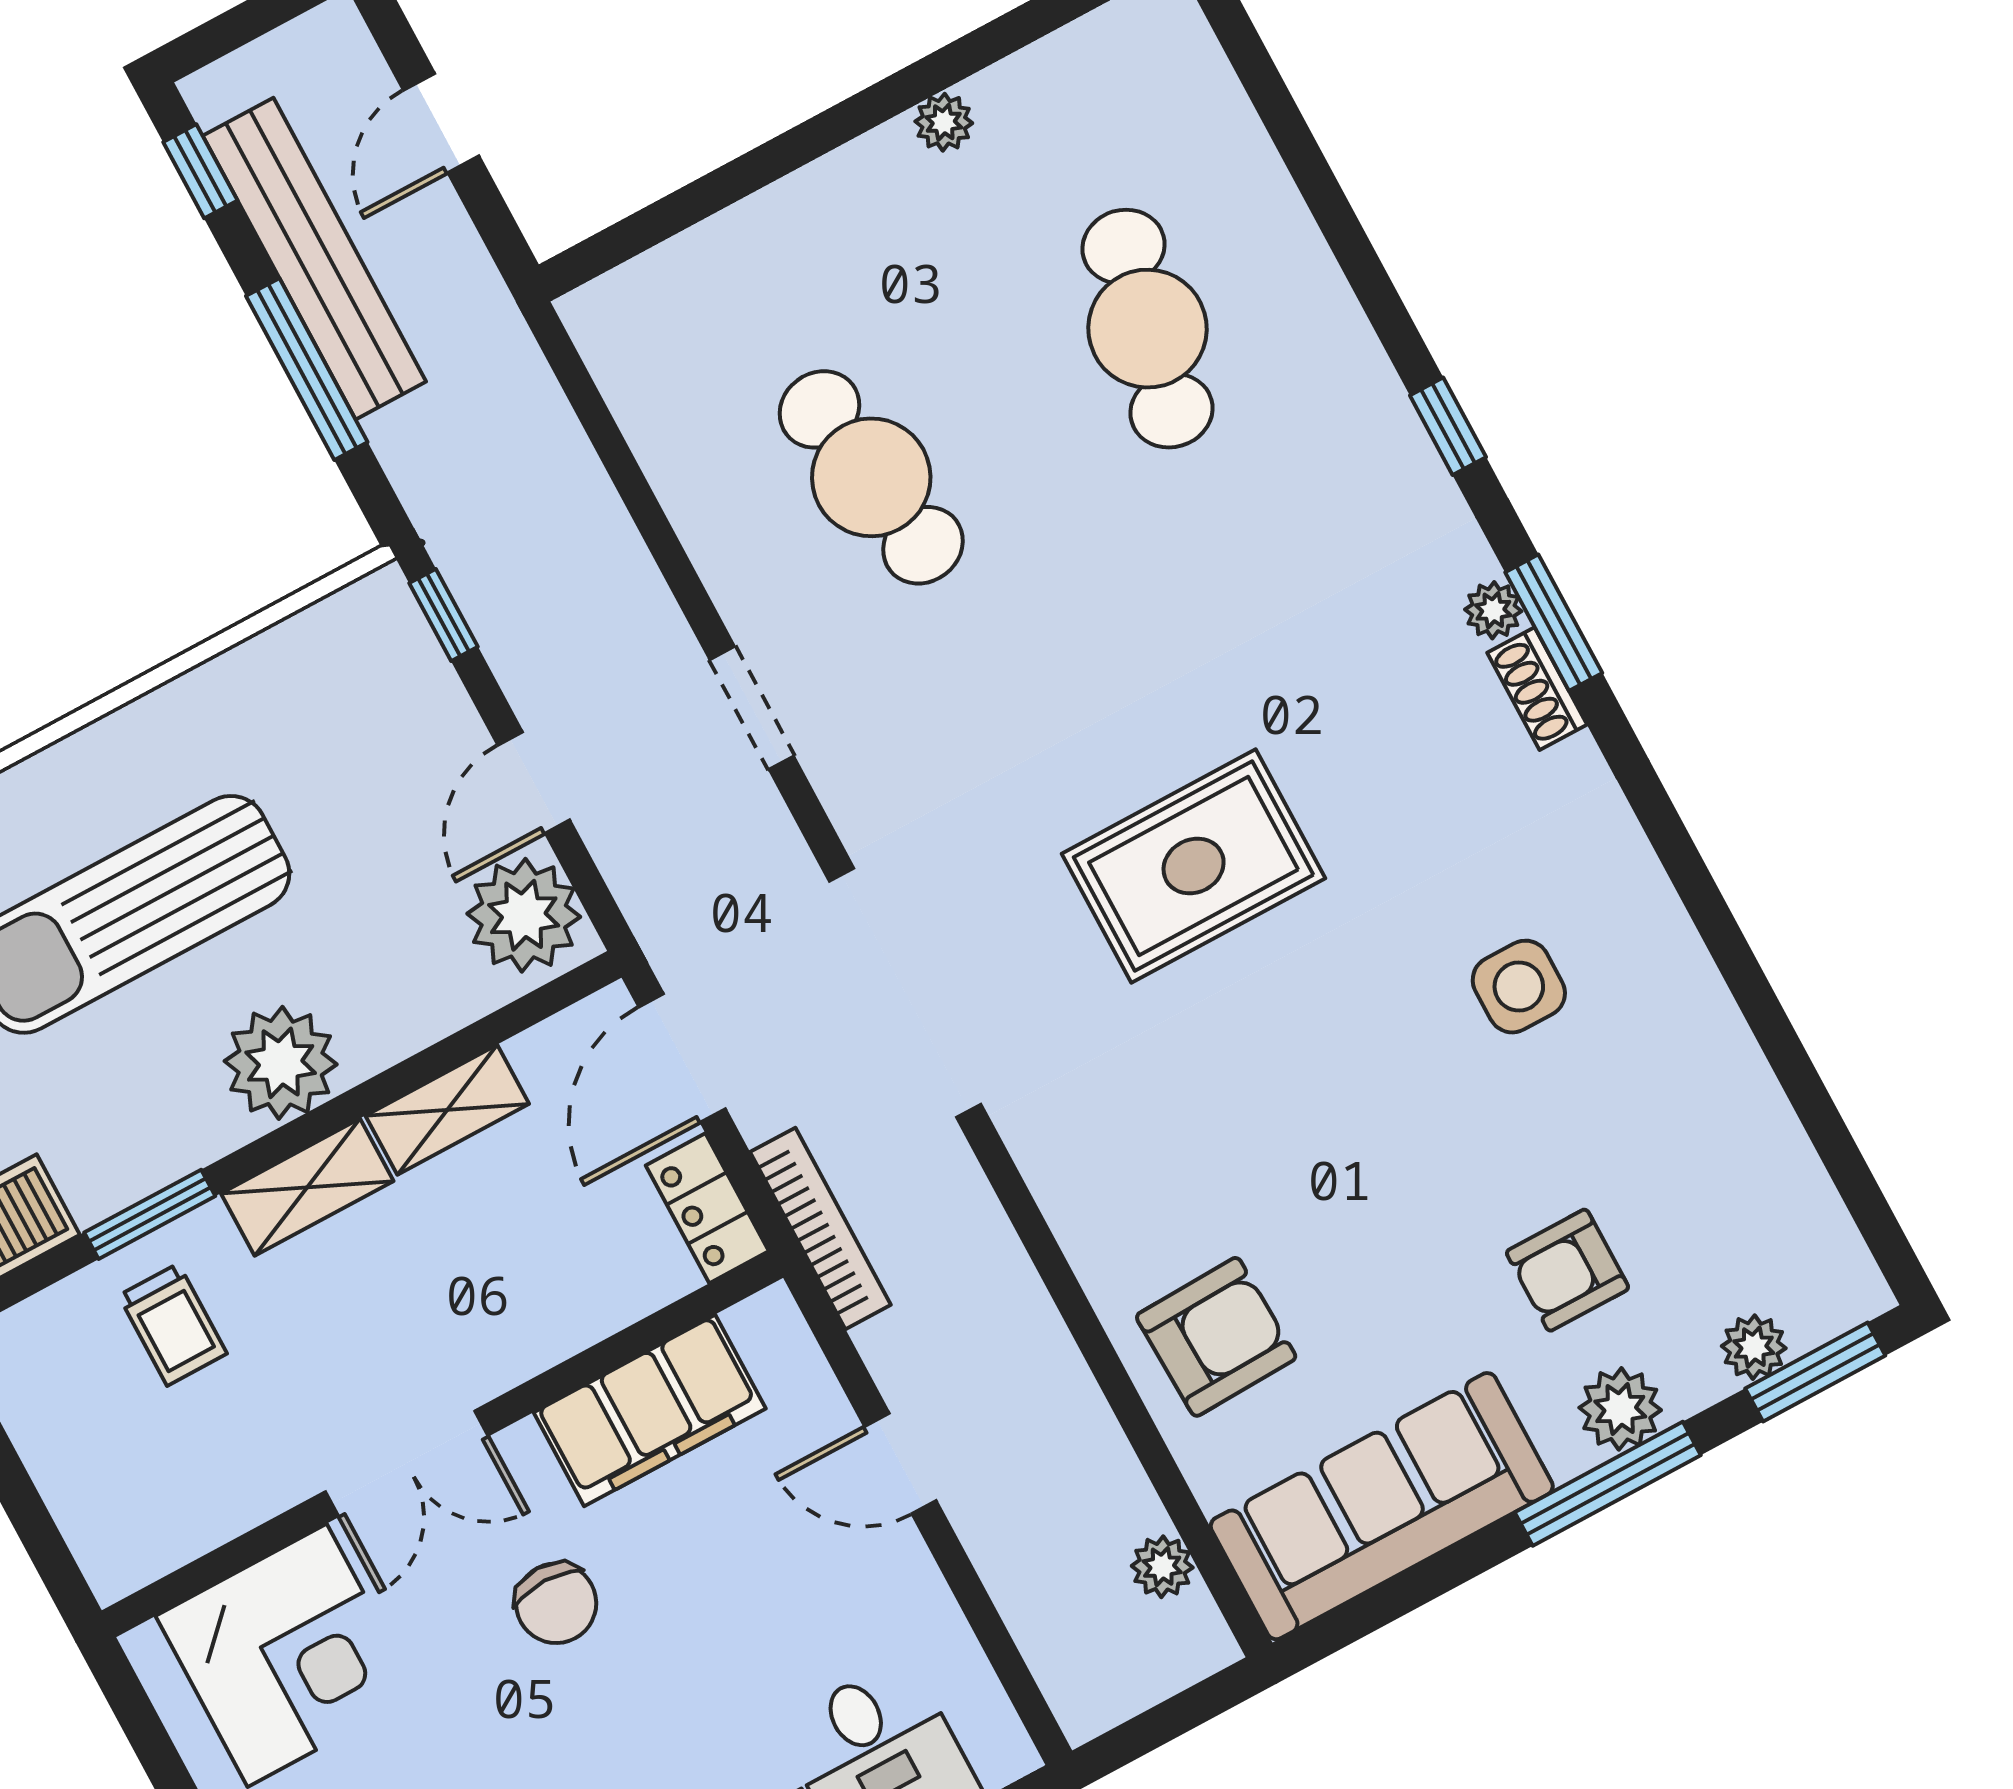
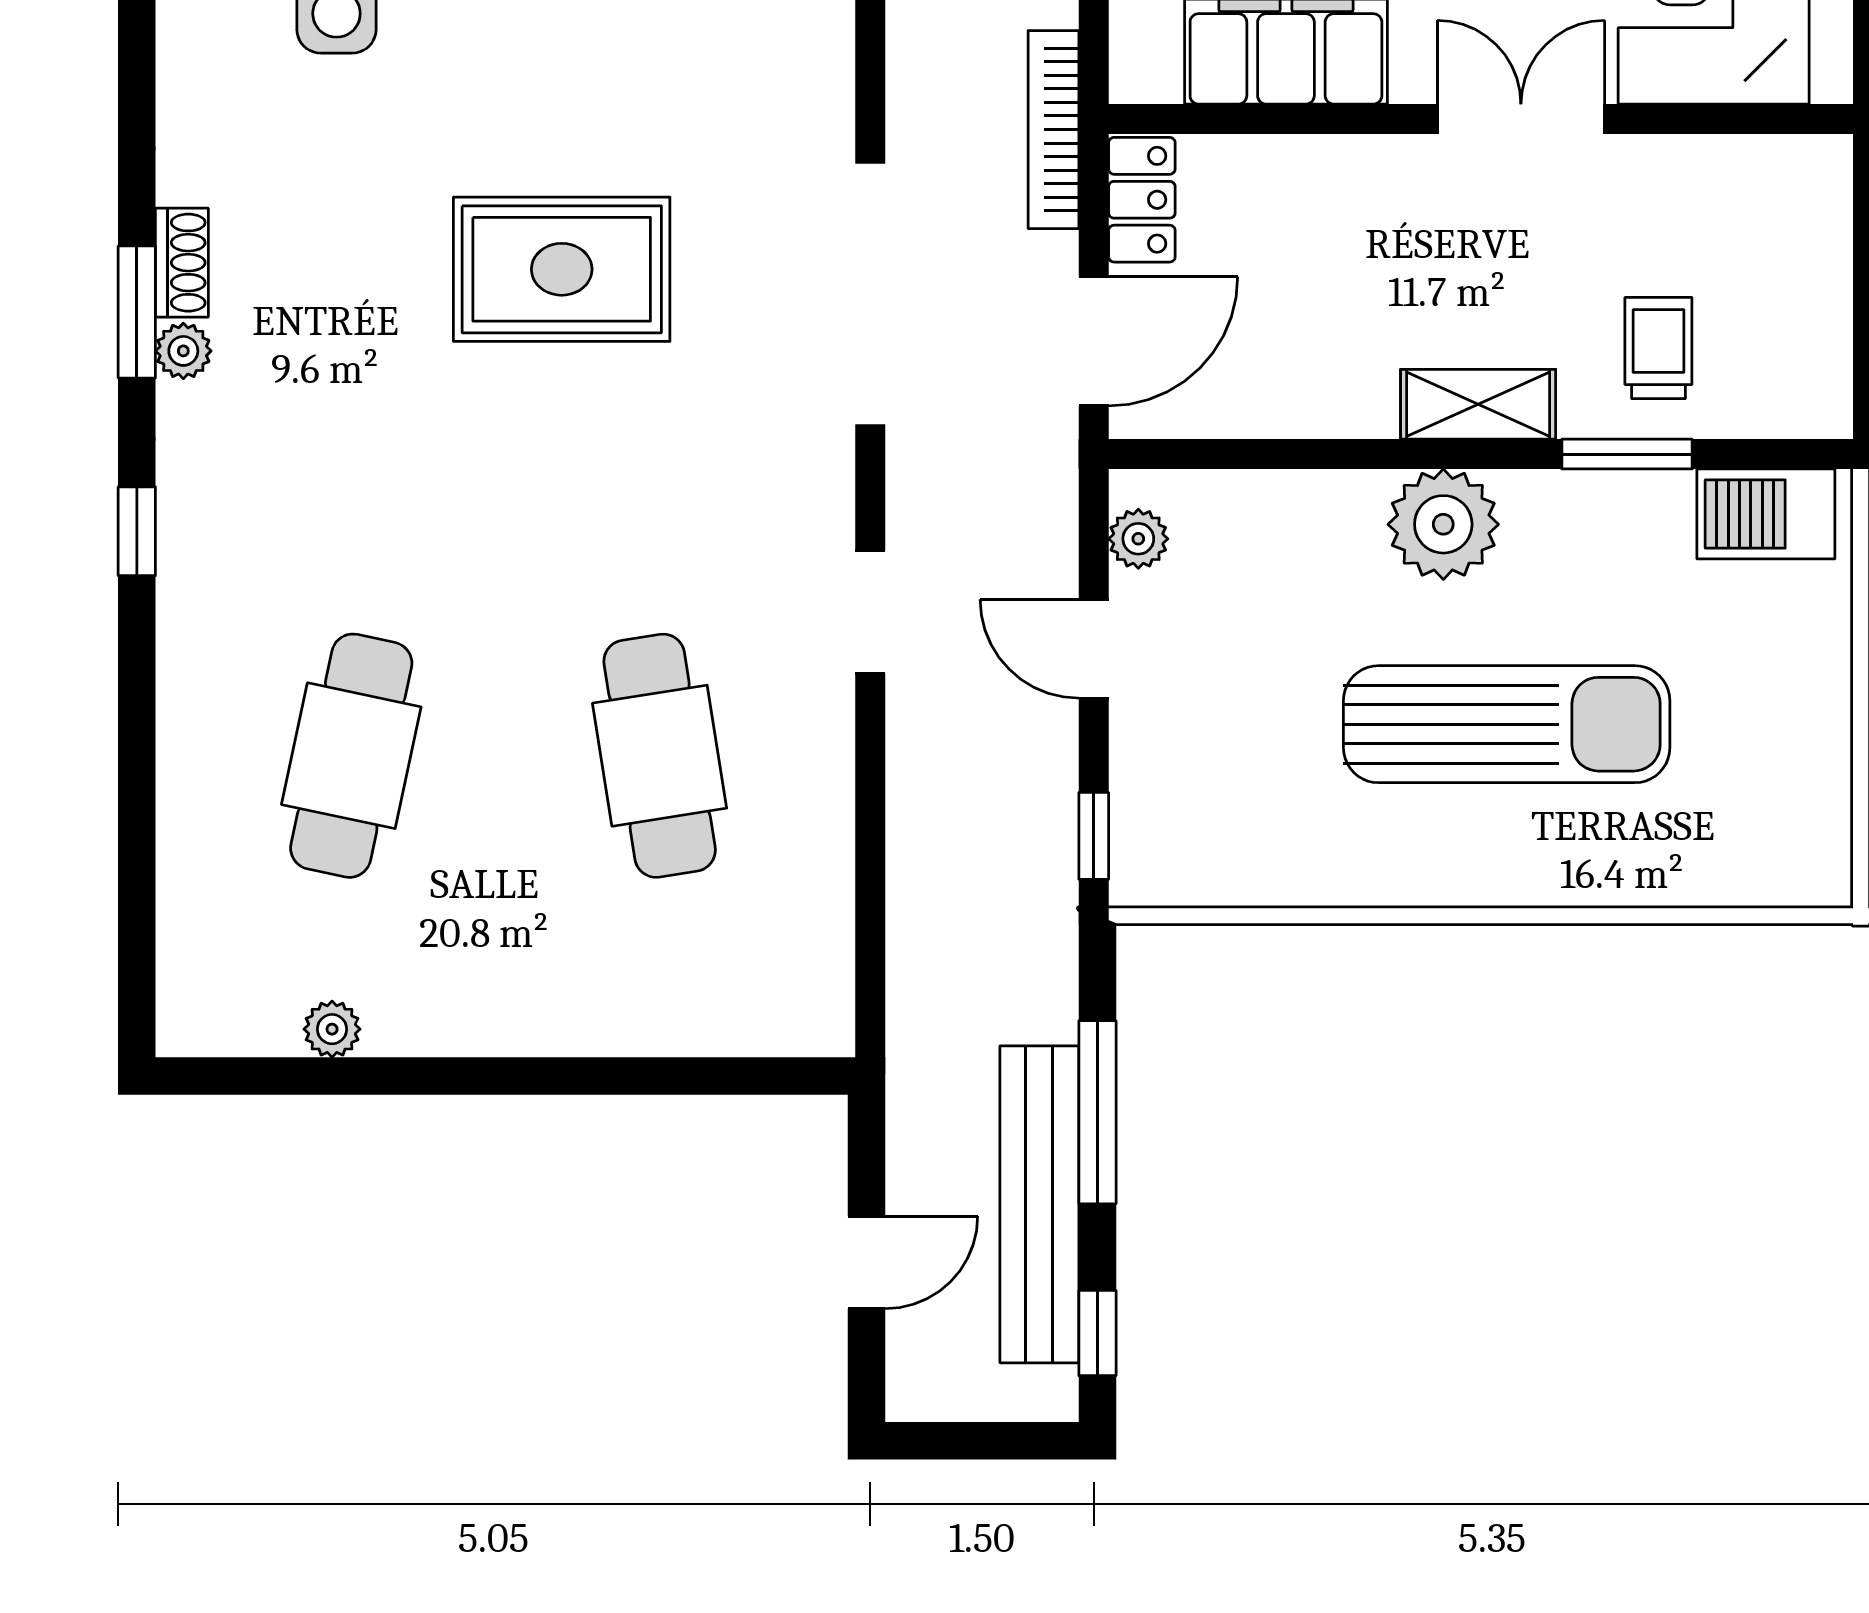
plant: (944, 122) -> (332, 1029), moved
door: (534, 783) -> (1094, 649), swing flipped
plant: (524, 915) -> (1138, 539), width x0.53, depth x0.53
shelving: (447, 1110) -> (1321, 406), removed

